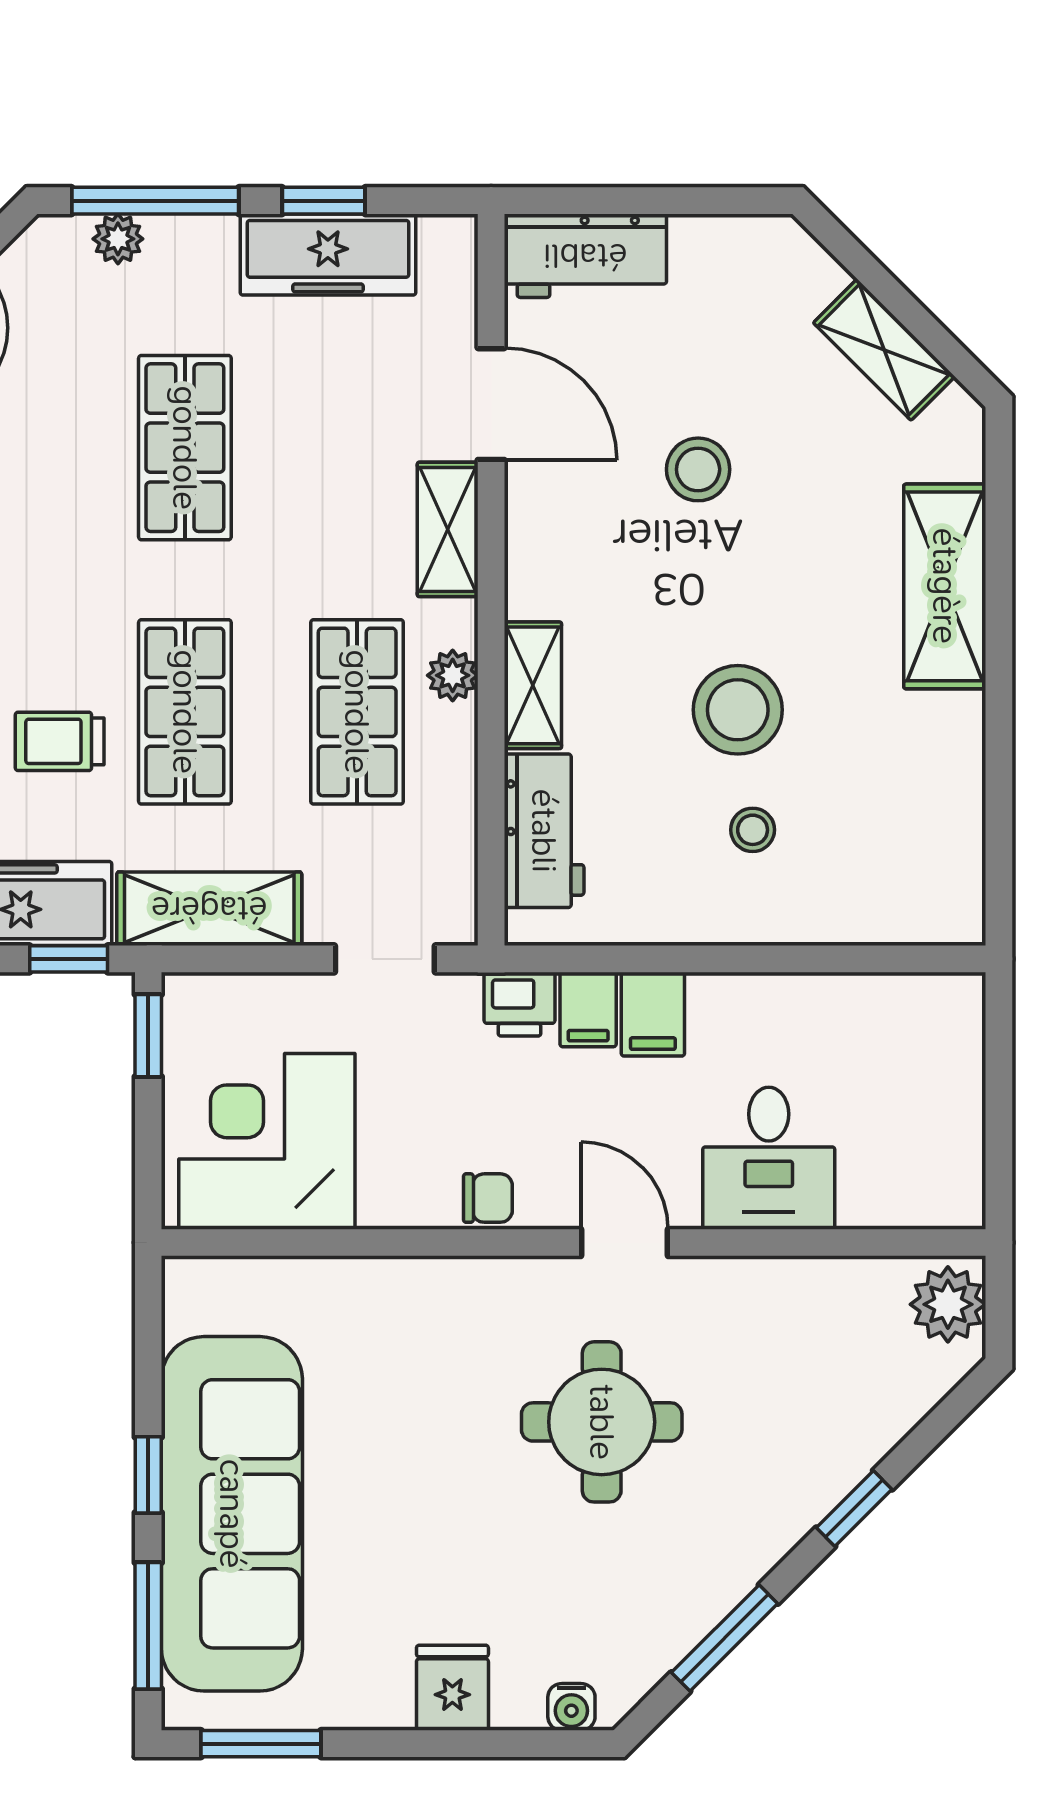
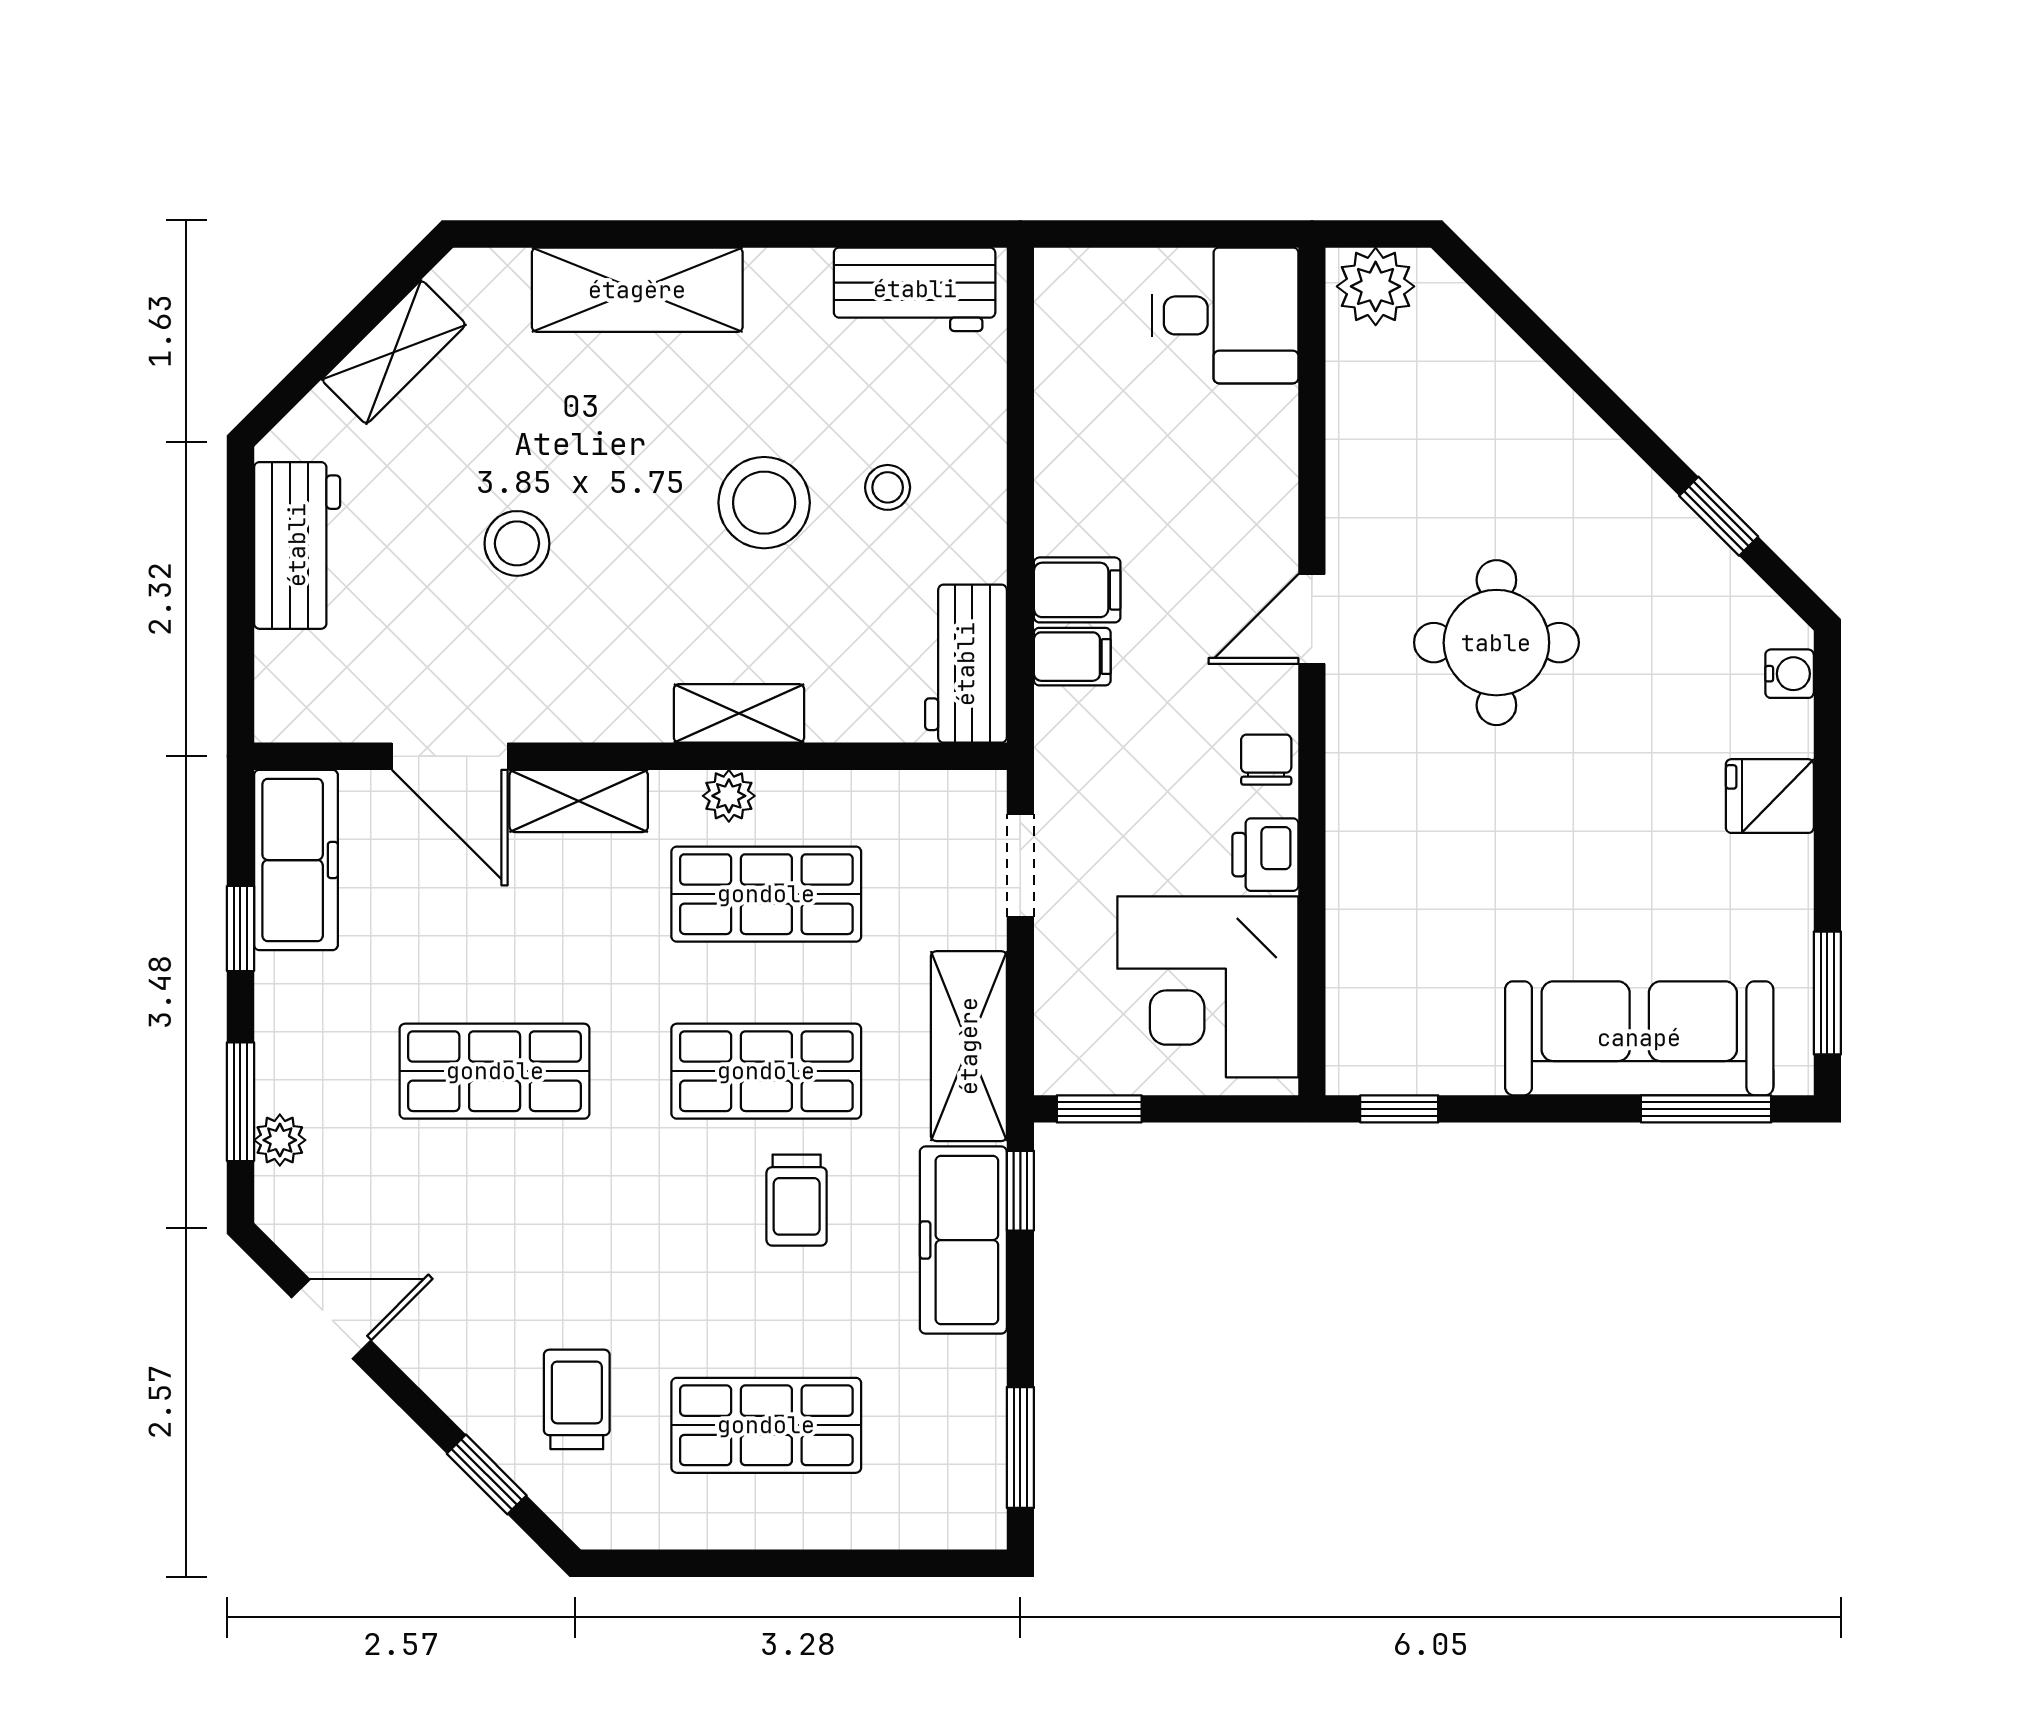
window: (155, 201) -> (240, 1102), width x0.69
freezer: (328, 255) -> (296, 860), moved
workbench: (585, 256) -> (297, 545), moved
door: (491, 404) -> (450, 756), swing flipped
workbench: (544, 831) -> (966, 664), moved, turned -90
workbench: (945, 856) -> (915, 289), added
printer: (520, 1004) -> (1265, 855), moved, turned 180
desk: (769, 1158) -> (1225, 315), moved
window: (148, 1475) -> (1399, 1109), moved
window: (854, 1508) -> (1585, 383), removed
sofa: (232, 1514) -> (1639, 1038), width x0.74, depth x0.79
window: (725, 1638) -> (1719, 516), width x0.67

